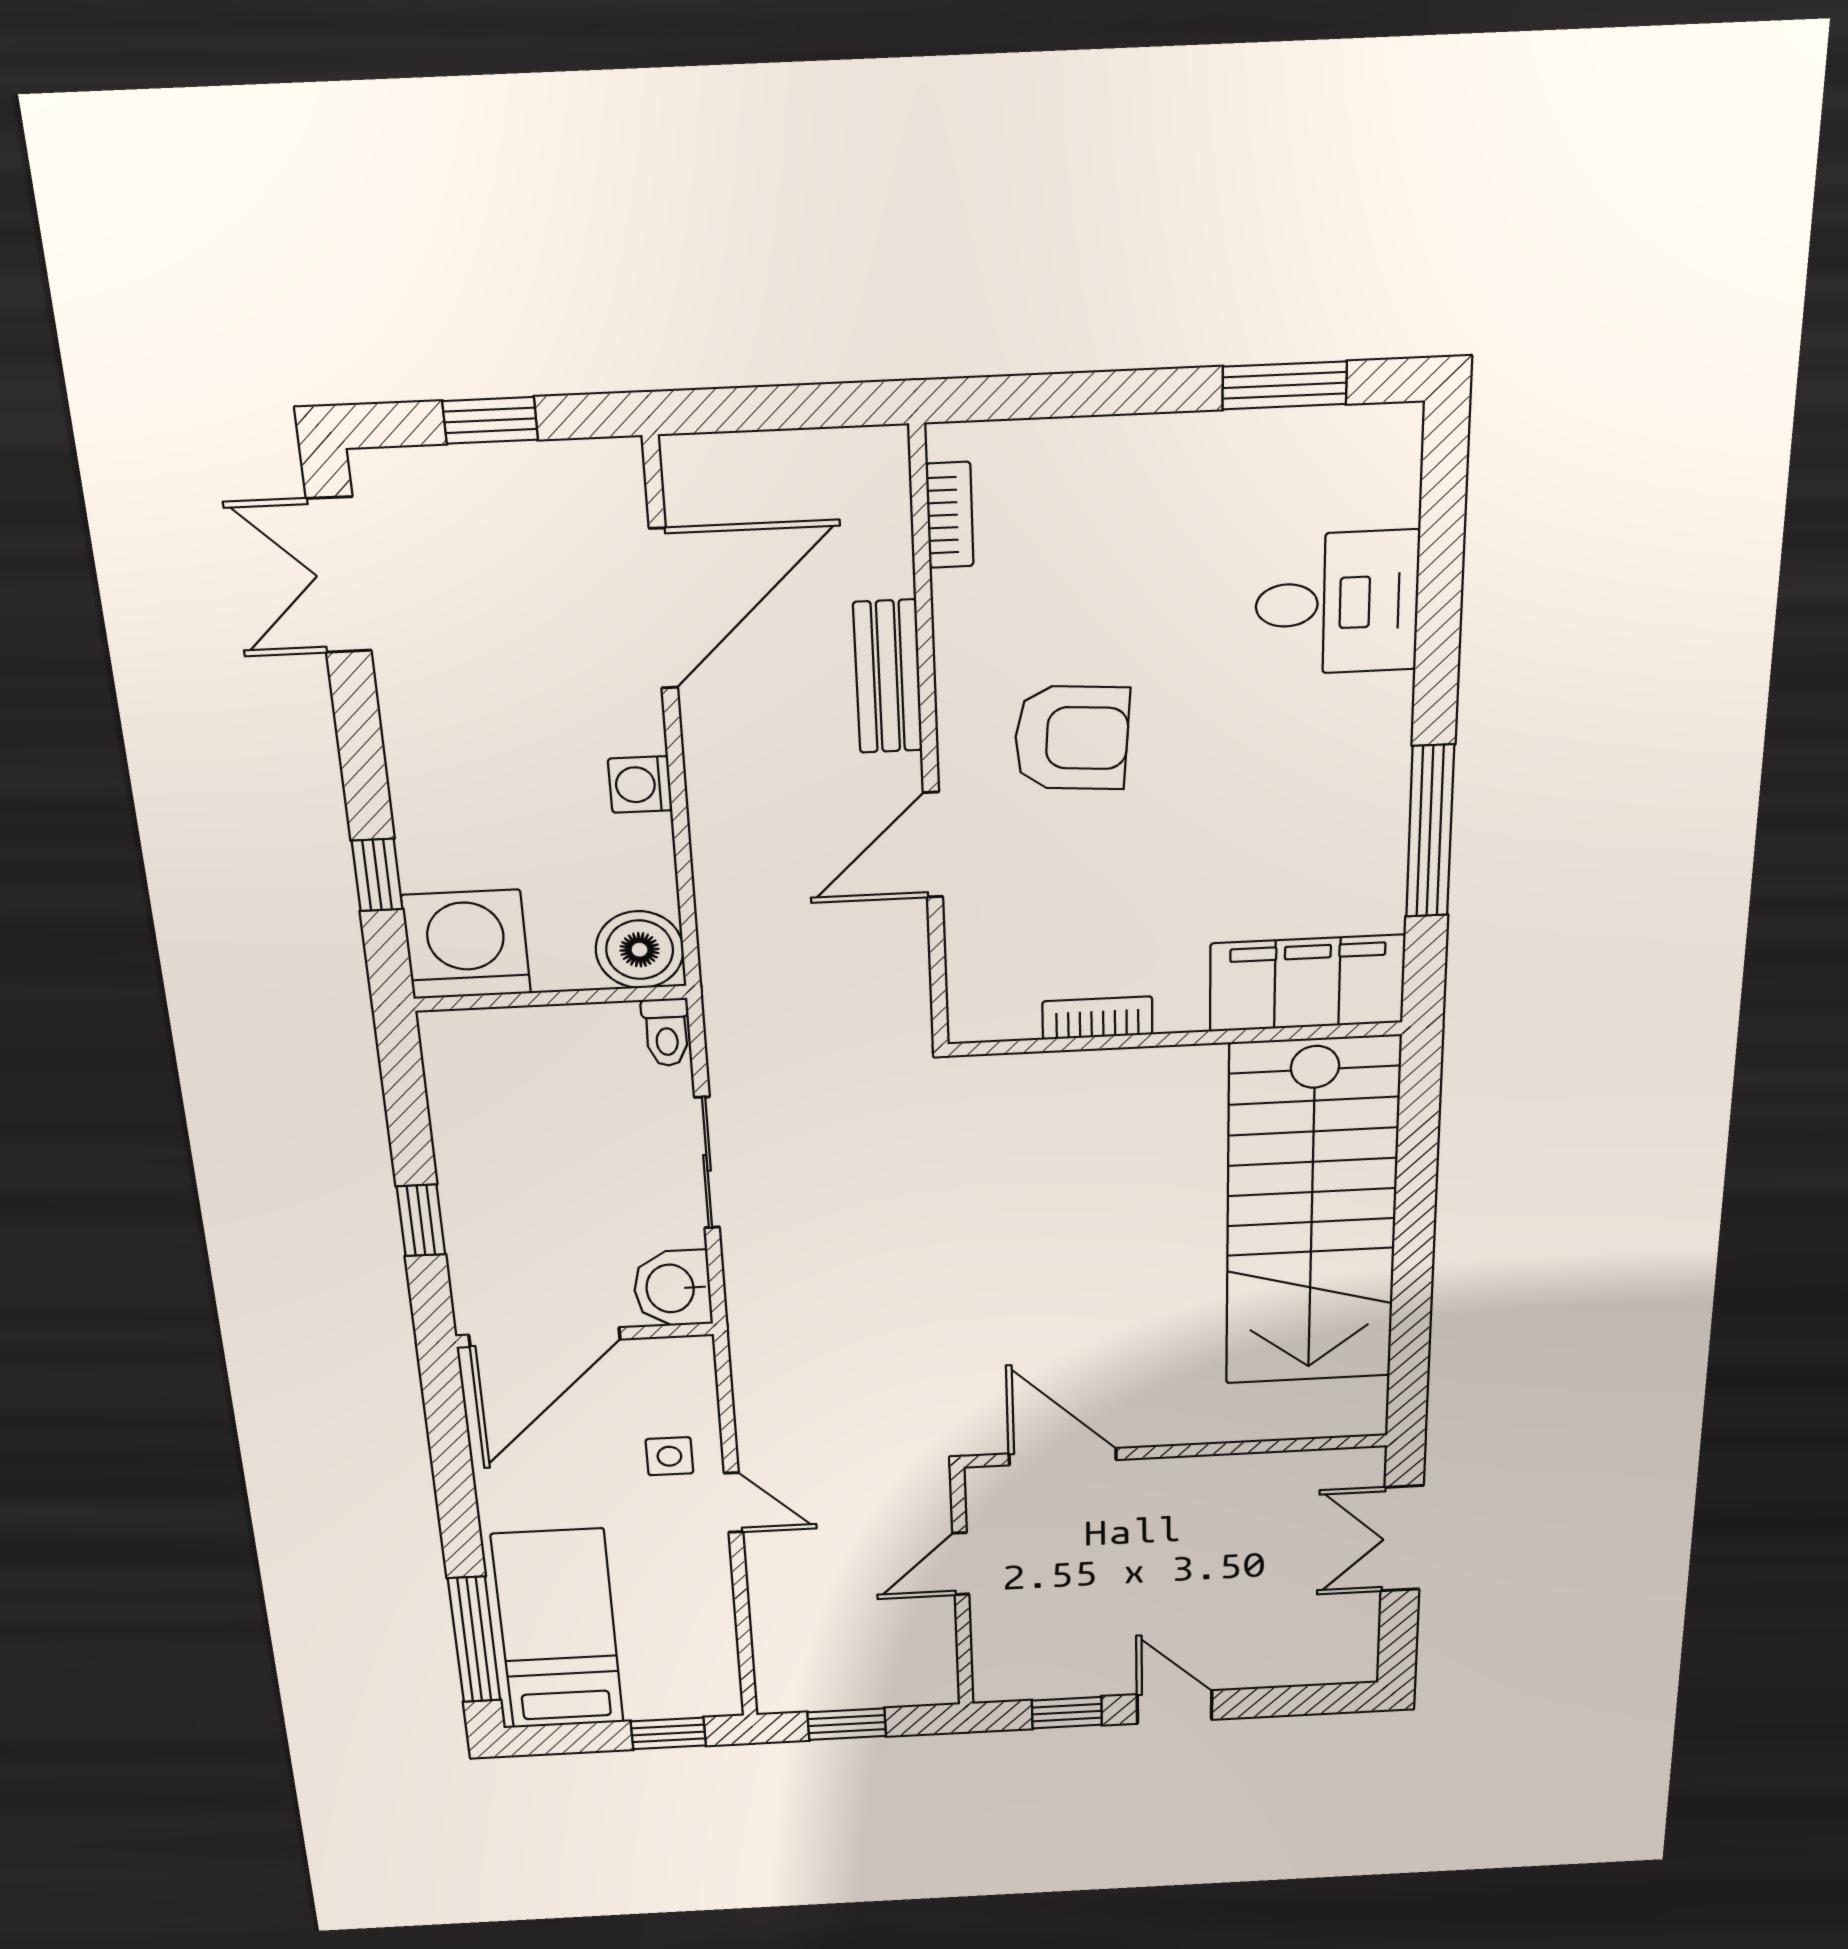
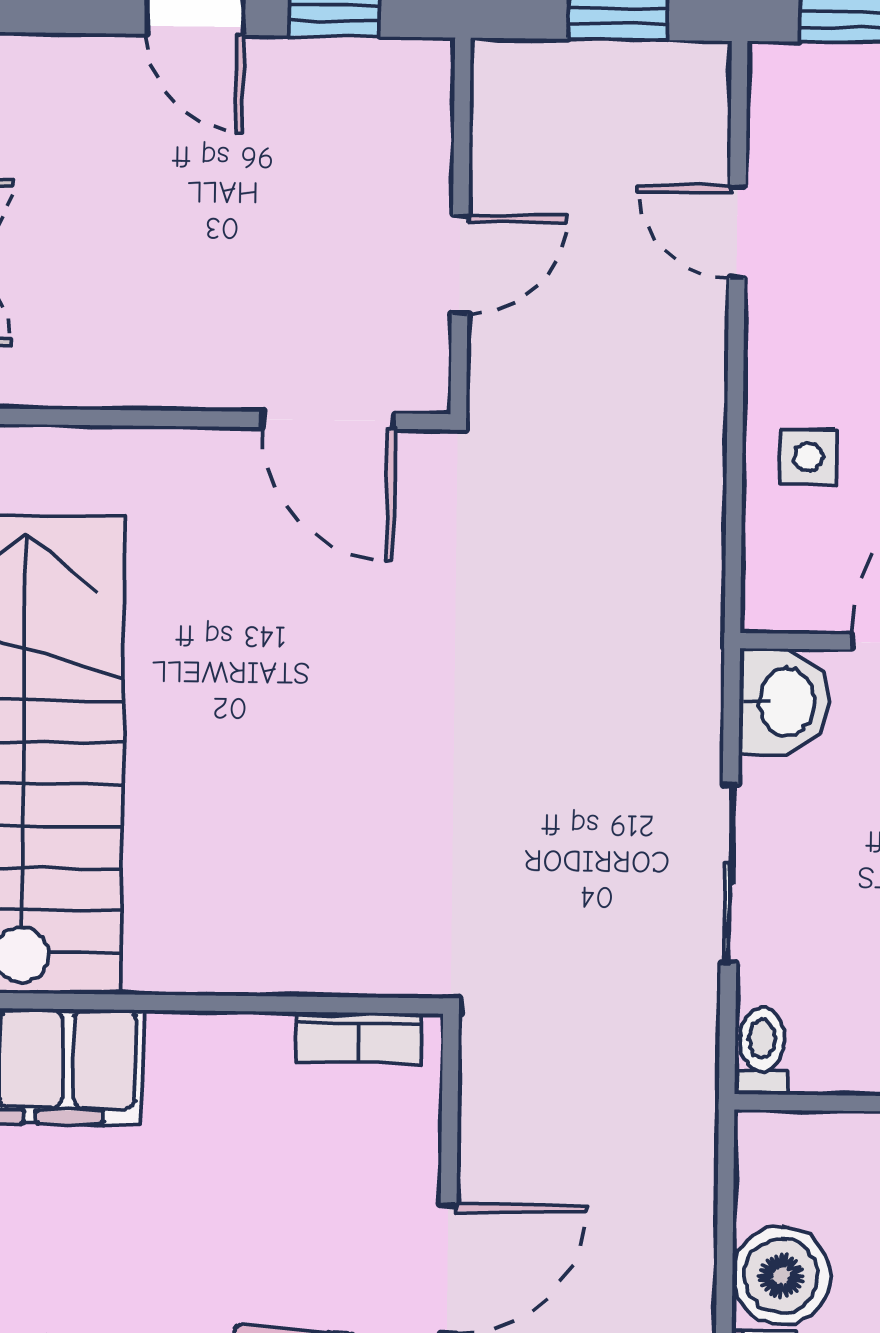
boiler: (640, 950) -> (781, 1276), moved
bookcase: (1097, 1018) -> (359, 1038), moved
door: (734, 1503) -> (737, 232), moved

